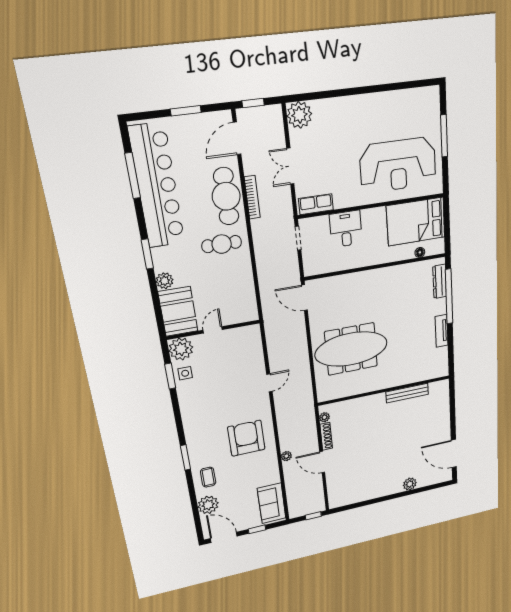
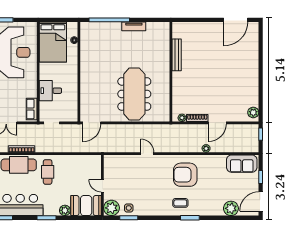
dresser: (440, 281) -> (97, 27), removed
coffee table: (208, 477) -> (180, 203), moved
plant: (410, 484) -> (253, 112), moved

